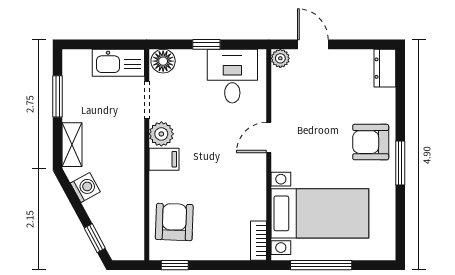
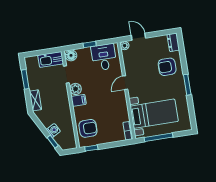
armchair: (371, 142) -> (167, 67), moved
washing machine: (85, 187) -> (53, 130), moved
armchair: (174, 222) -> (88, 128), turned 88

